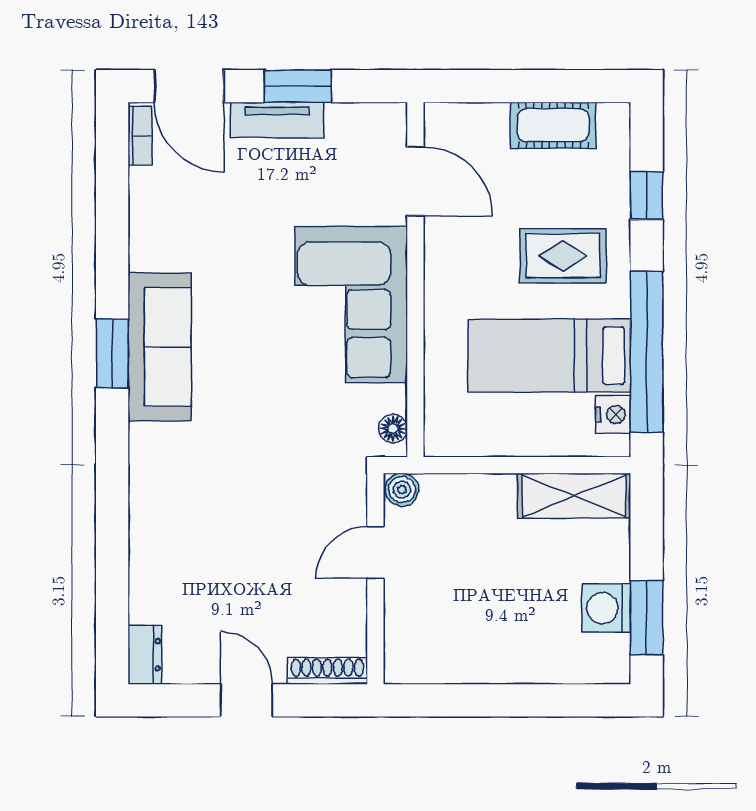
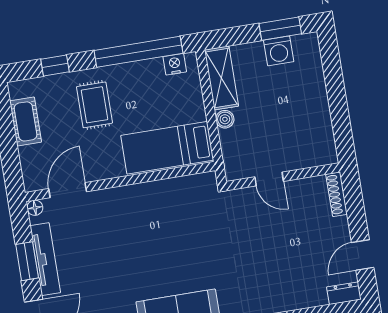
tv unit: (277, 120) -> (45, 259), width x1.41
corner sofa: (351, 304) -> (139, 214), removed
bed: (549, 356) -> (167, 148), moved, turned 90
floor lamp: (393, 429) -> (35, 208), moved
boiler: (402, 490) -> (225, 119), moved
door: (247, 700) -> (363, 255), moved

